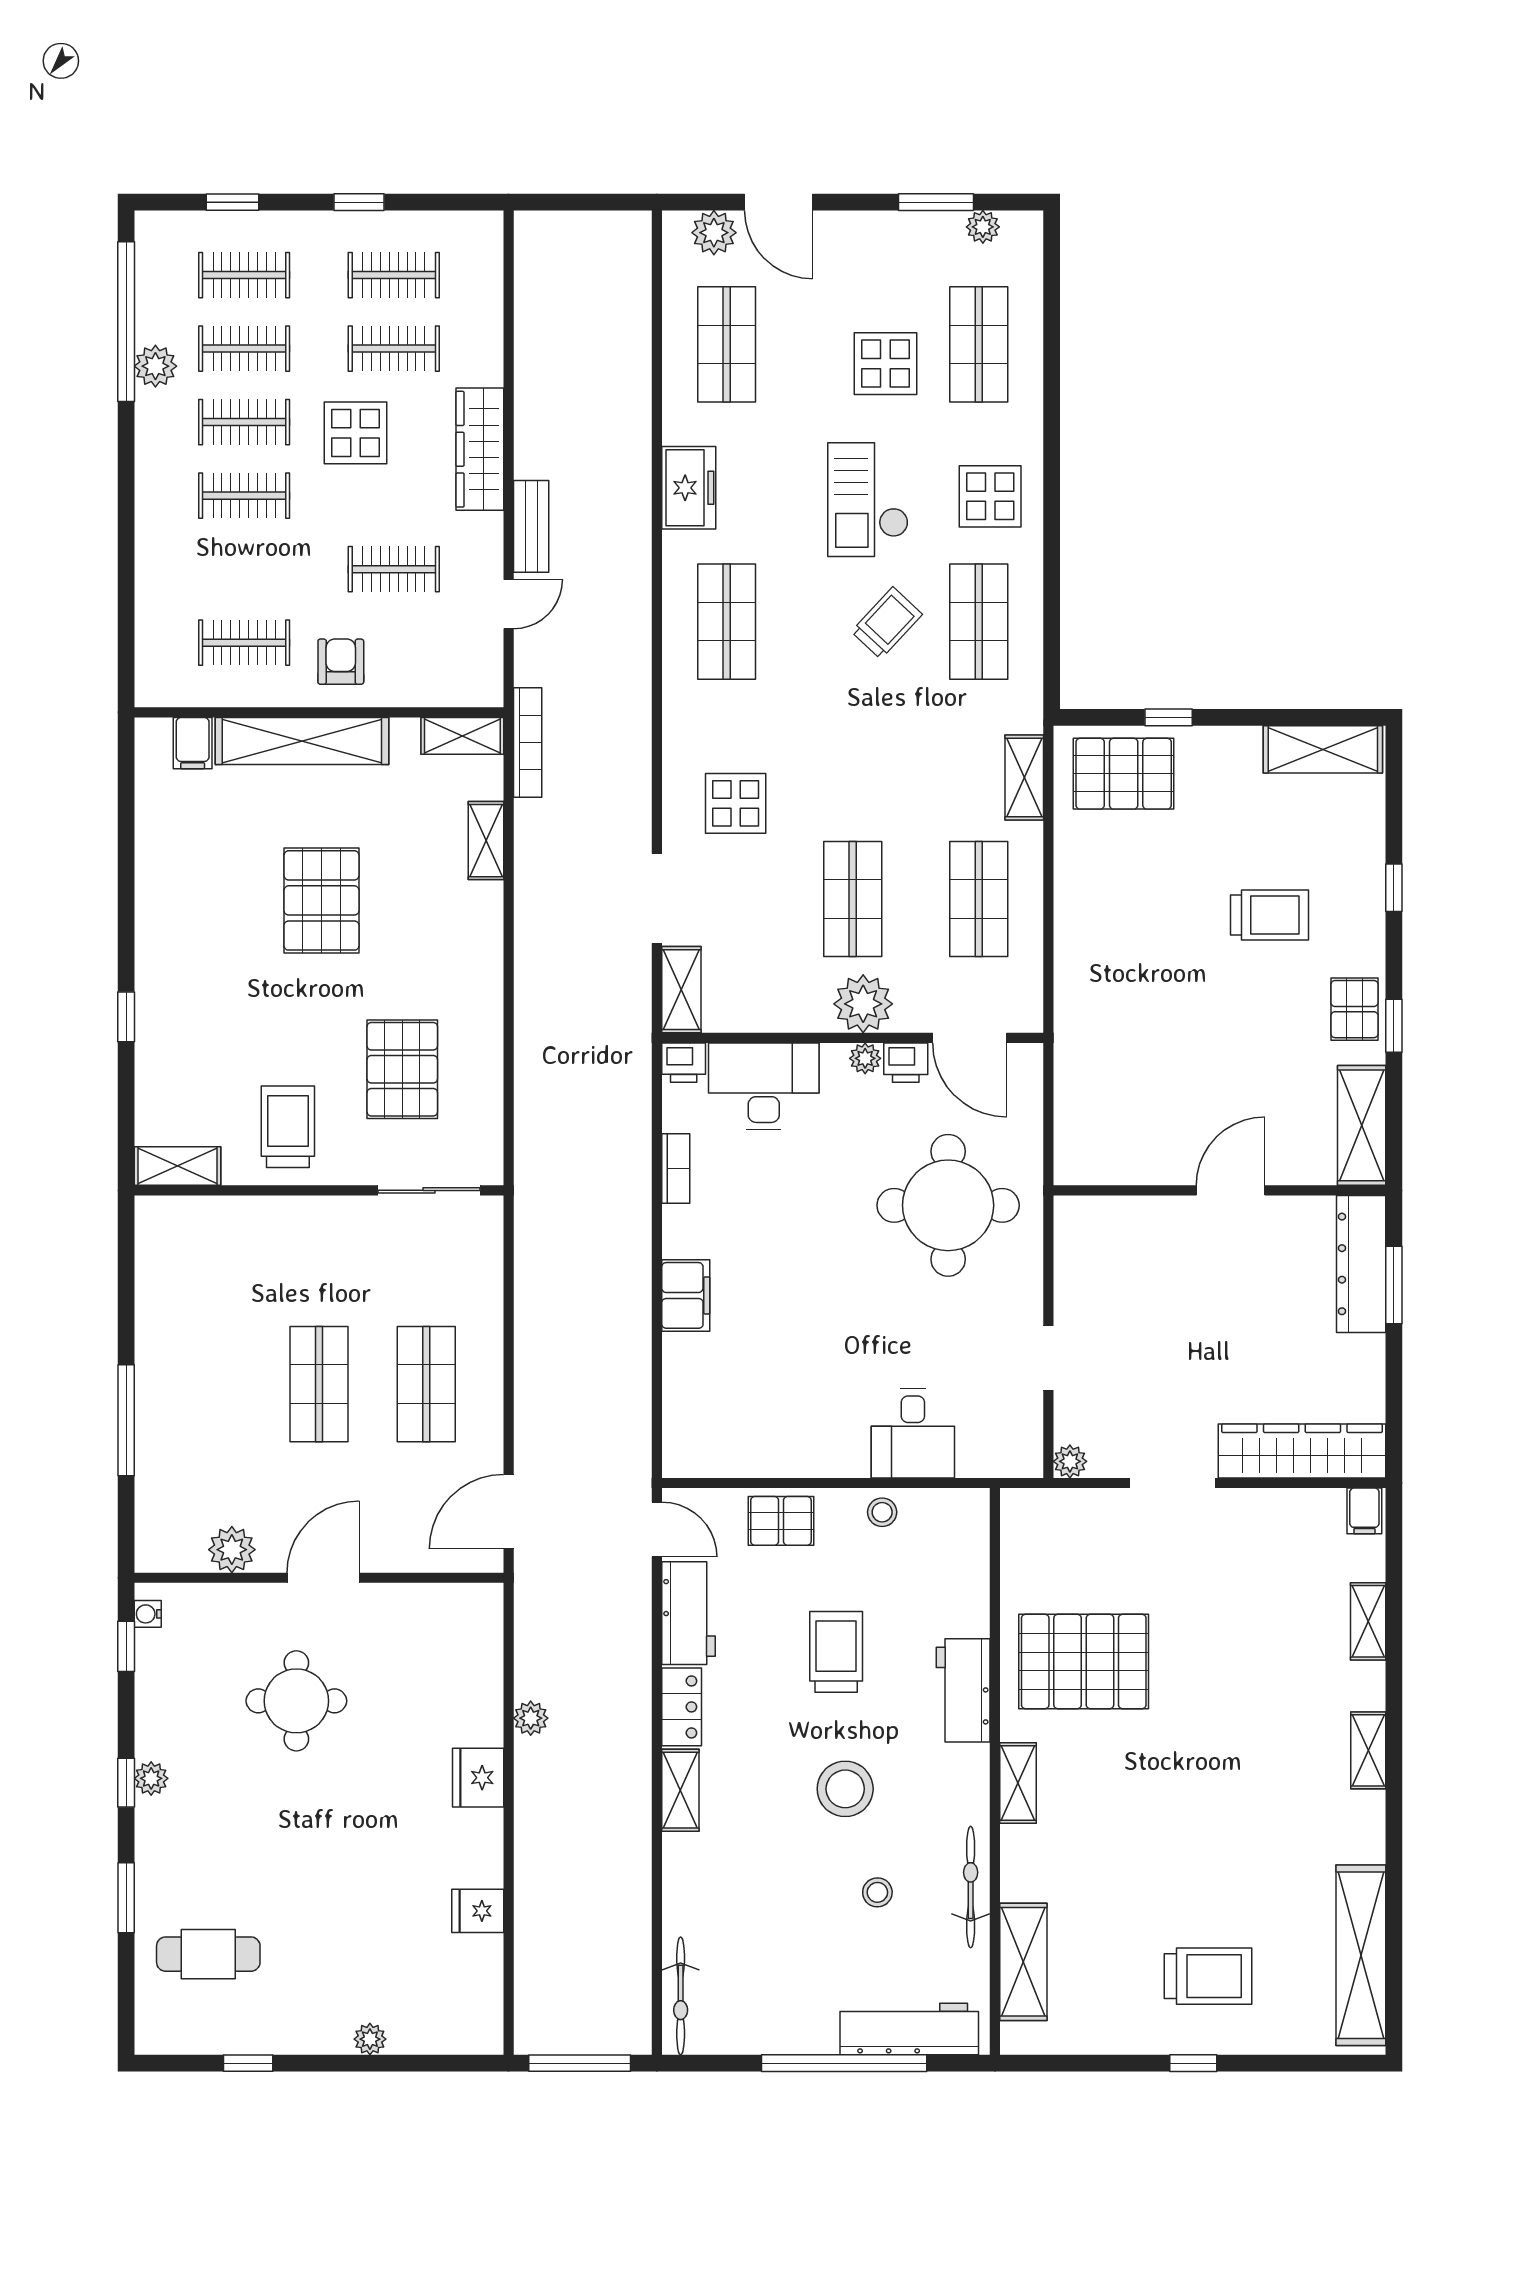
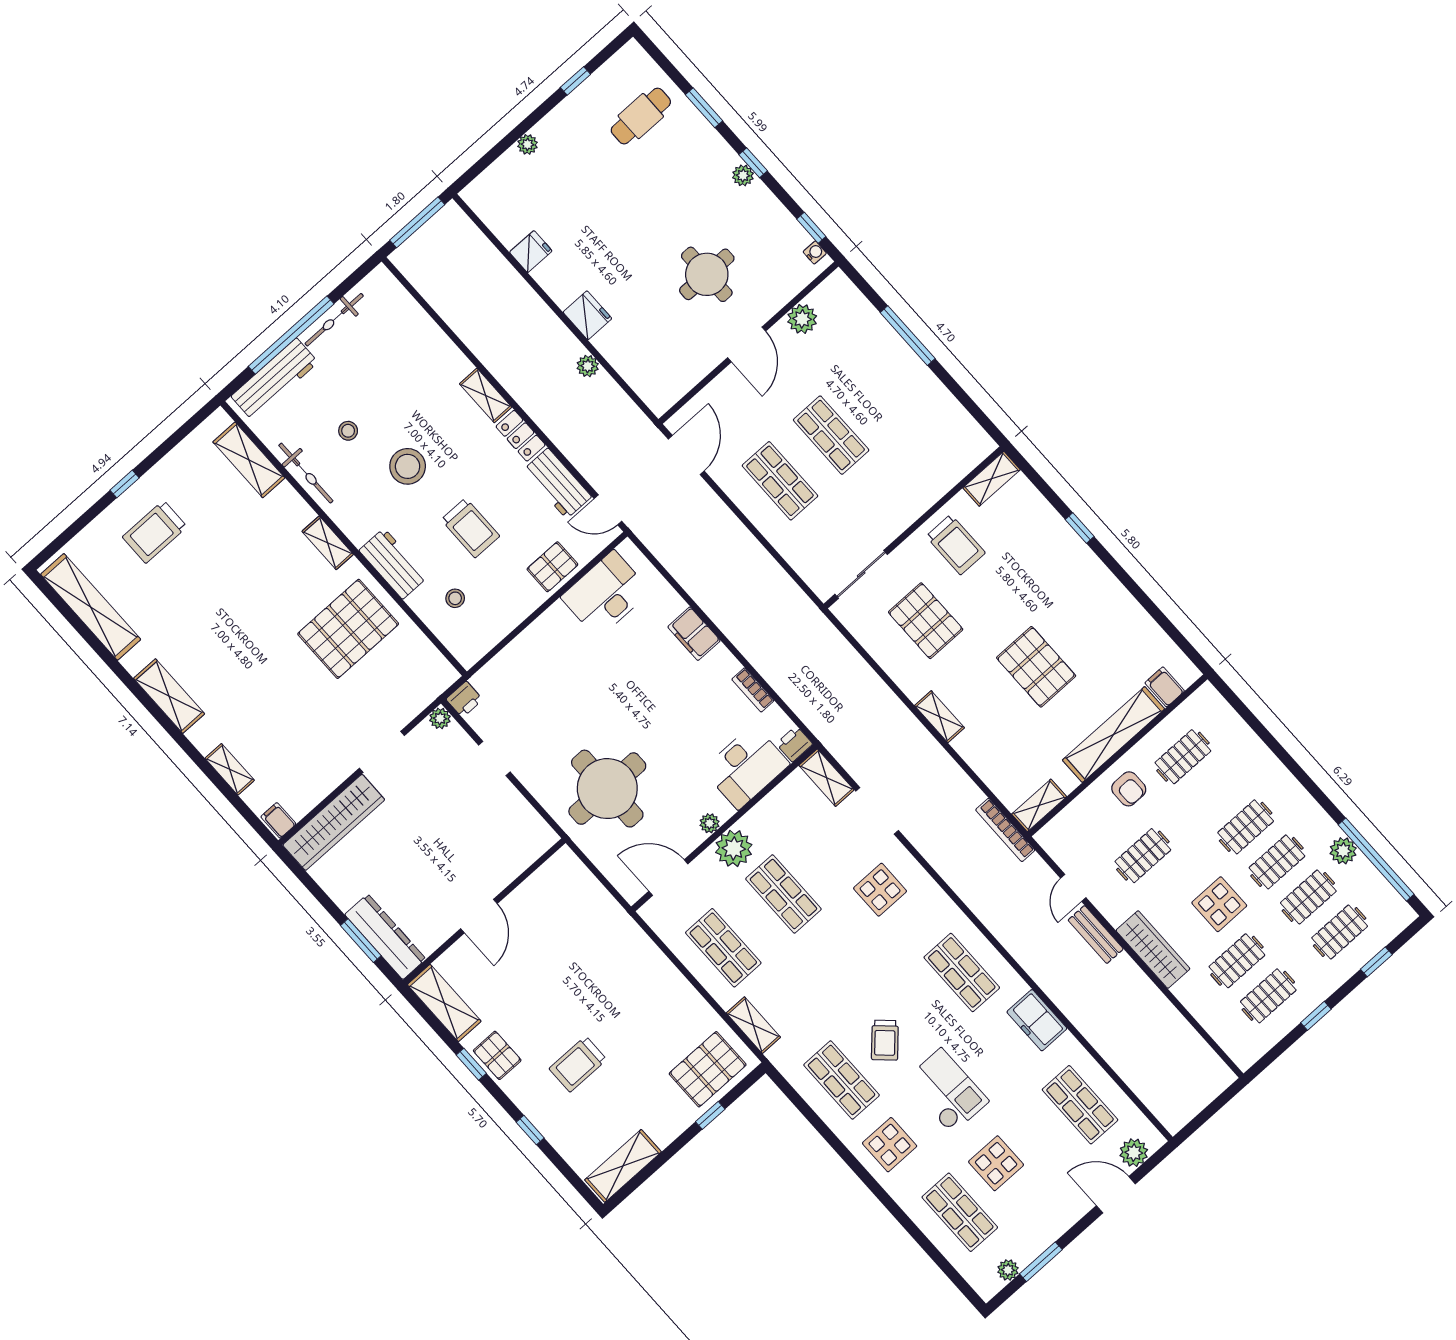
shelving: (486, 841) -> (940, 717), moved
printer: (906, 1063) -> (464, 699), moved, turned 180
desk: (913, 1433) -> (606, 594), moved, width x1.37
stool: (882, 1512) -> (455, 598), moved
shelving: (1368, 1750) -> (169, 696), width x1.50, depth x1.33
bicycle: (681, 1996) -> (334, 320), moved, turned -90

